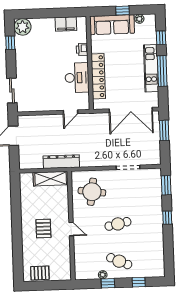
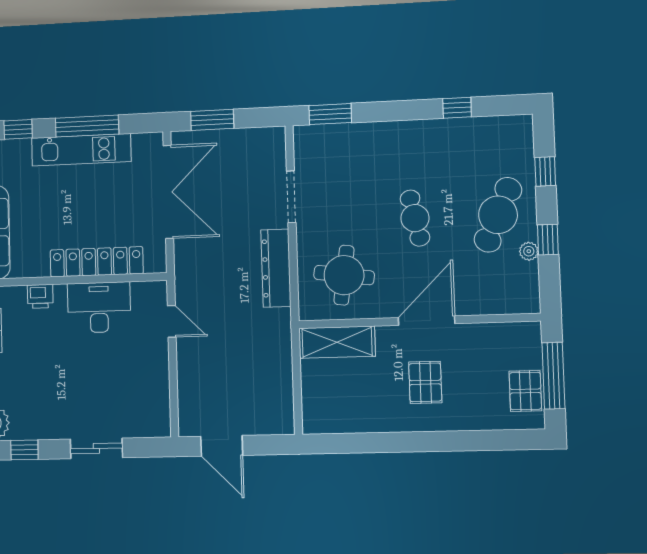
sliding door: (12, 90) -> (96, 448), moved
dresser: (61, 162) -> (276, 268), moved
shelving: (51, 179) -> (337, 342), moved, turned 90
window: (167, 218) -> (457, 108), moved
pallet: (43, 229) -> (425, 382), turned 90
door: (71, 229) -> (426, 321), width x1.88
cafe table: (119, 261) -> (498, 215), width x1.37, depth x1.35
window: (47, 285) -> (553, 376), added

